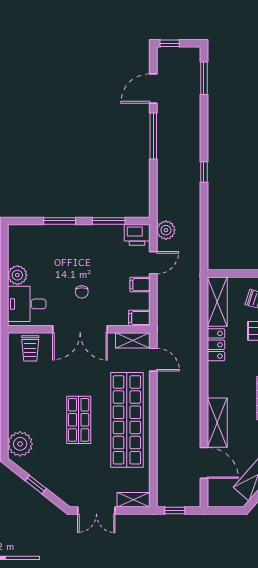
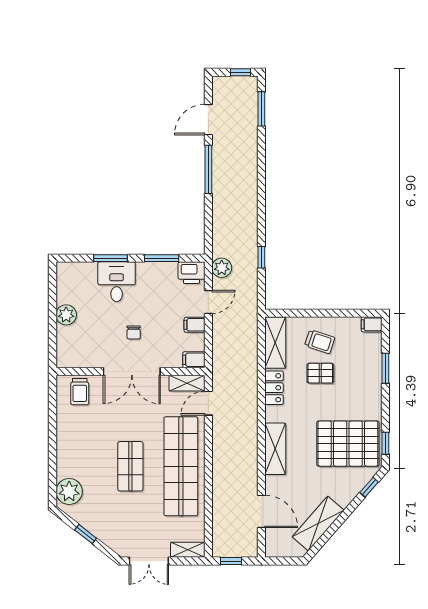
window: (170, 43) -> (240, 72), moved
window: (204, 172) -> (261, 257), moved
desk: (27, 304) -> (117, 282), moved, turned 90
door: (153, 360) -> (208, 403), swing flipped
shelving: (217, 423) -> (275, 449), moved

